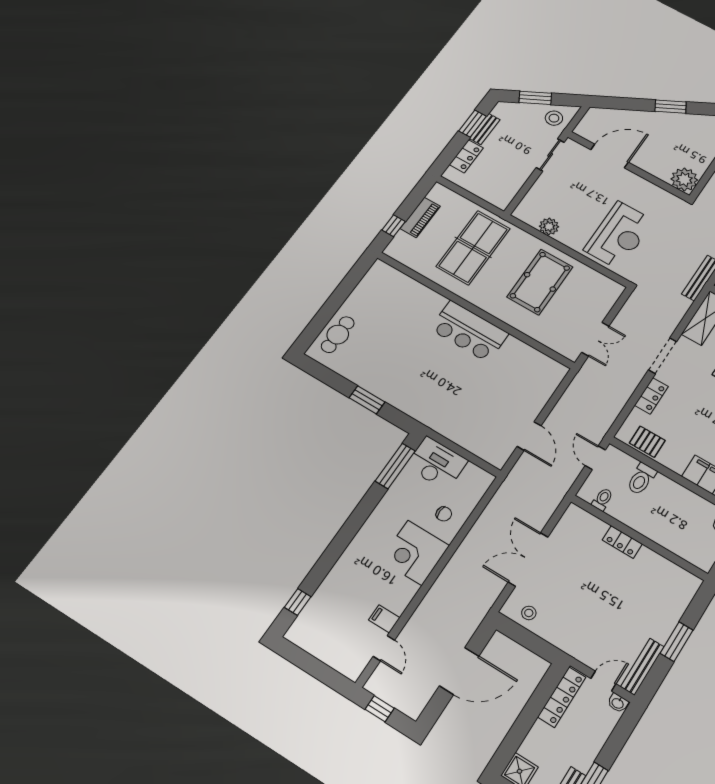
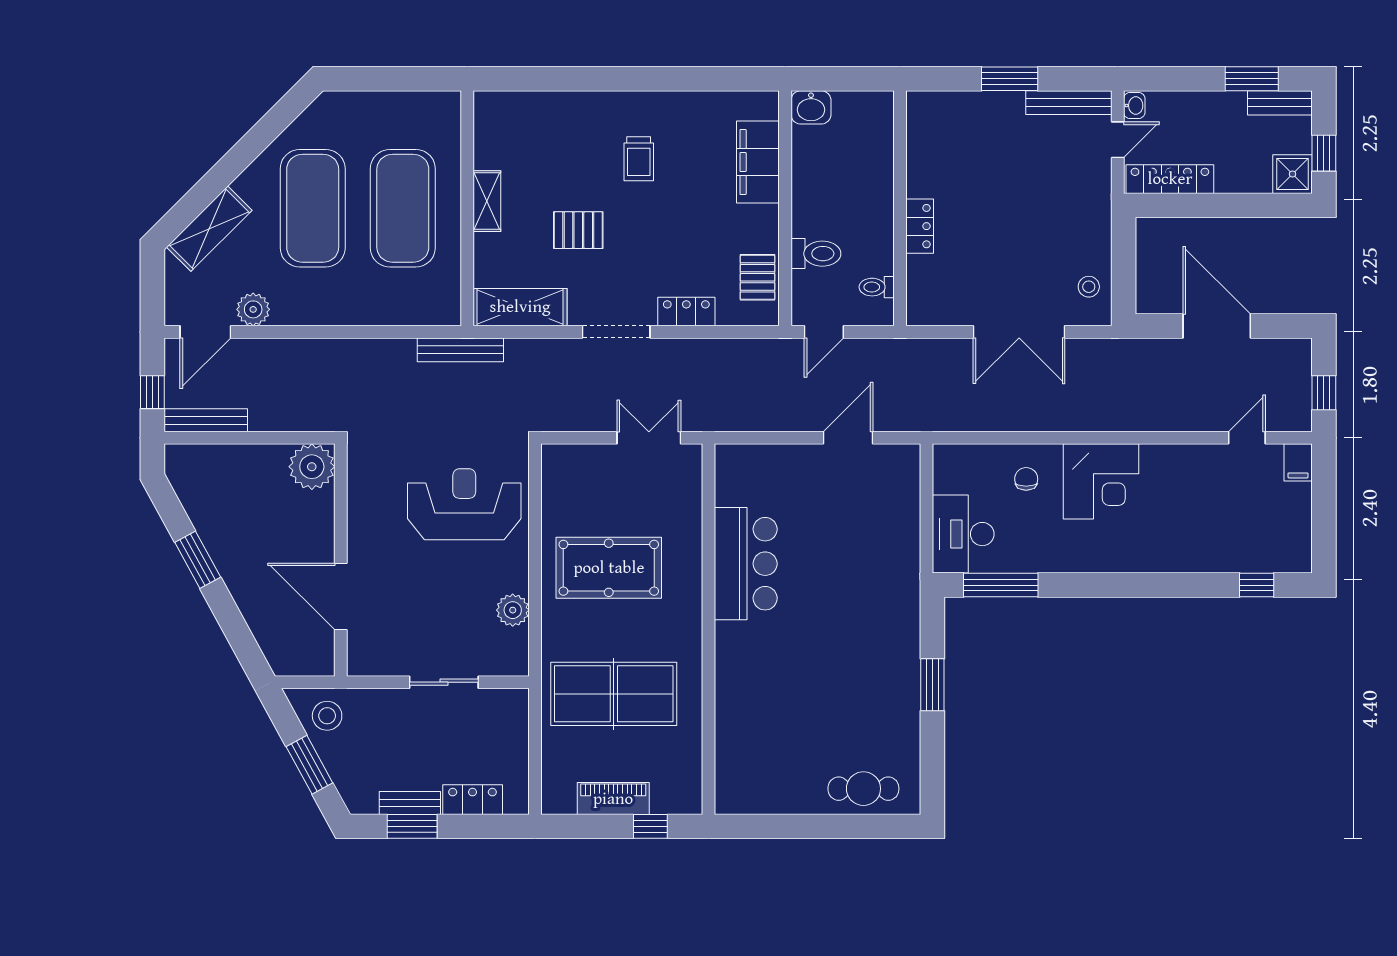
sliding door: (550, 155) -> (444, 682), moved
bar counter: (469, 331) -> (746, 564), moved
filing cabinet: (384, 619) -> (1298, 462), moved
door: (603, 681) -> (1118, 140), swing flipped

